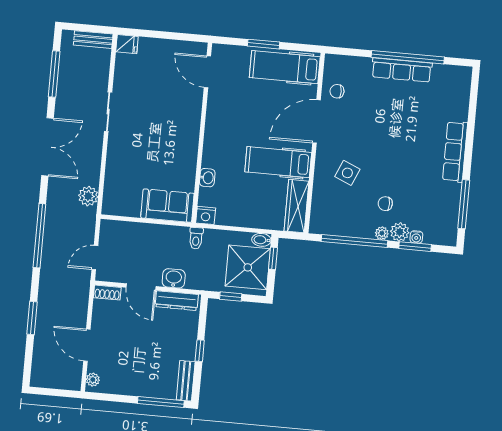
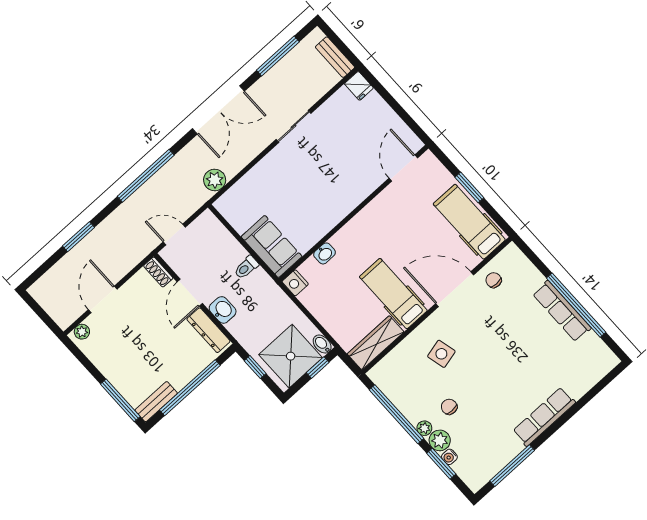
side table: (347, 173) -> (441, 354), turned -37
toilet: (196, 238) -> (246, 267), moved
window: (200, 351) -> (190, 388), width x3.17

